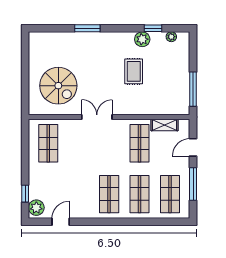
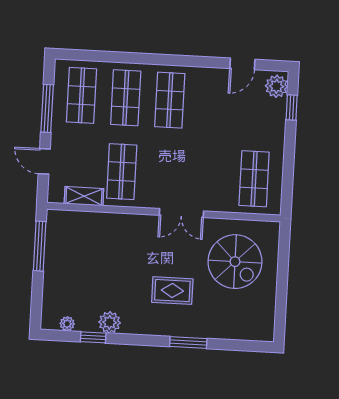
rug: (134, 71) -> (172, 291), moved, turned 90
spiral stairs: (58, 86) -> (235, 262), turned 180
door: (193, 147) -> (44, 161), swing flipped

